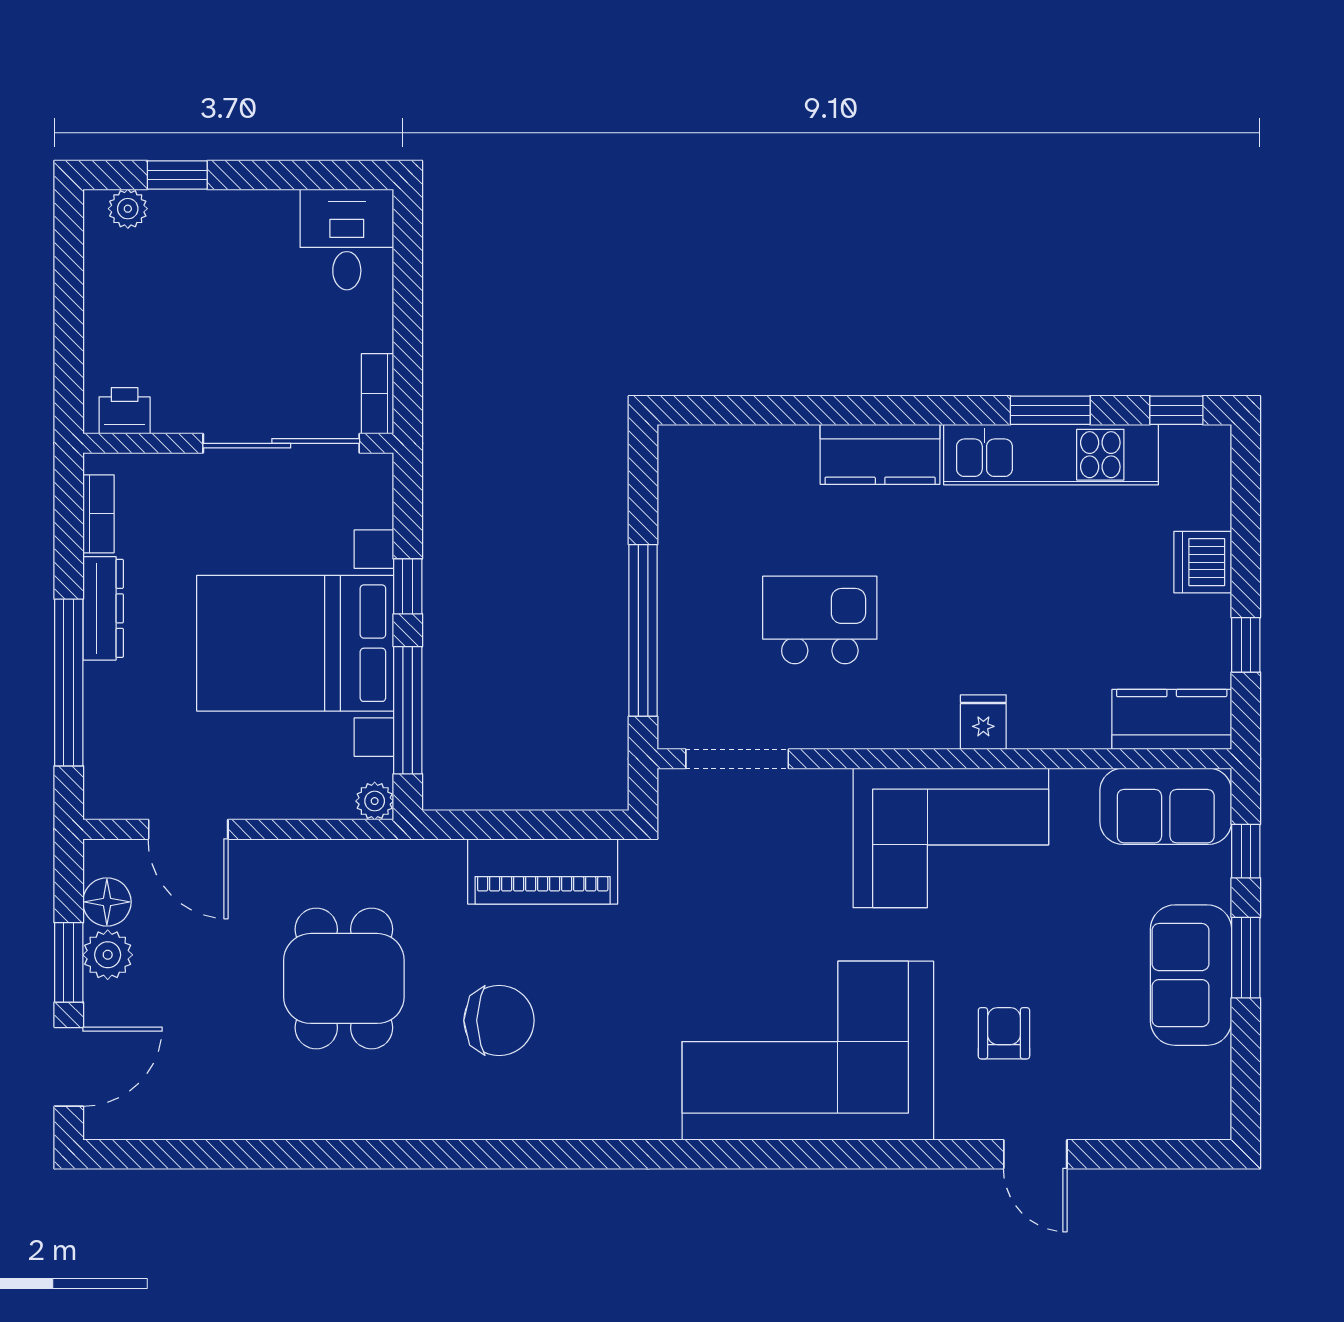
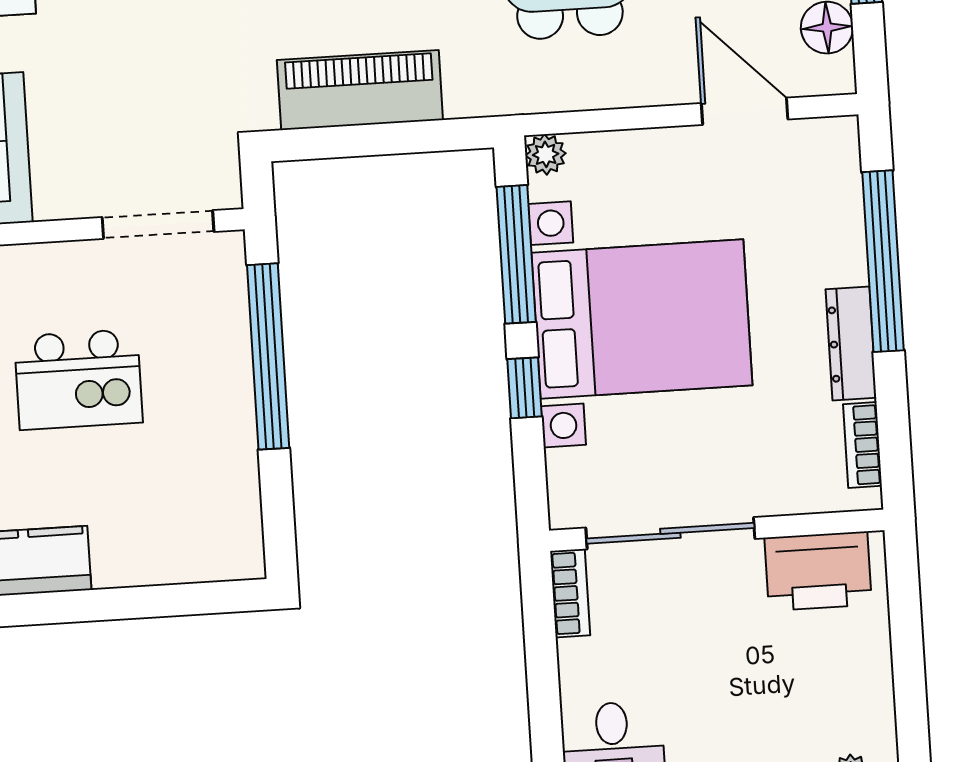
printer: (125, 411) -> (818, 571), width x1.87, depth x1.48

